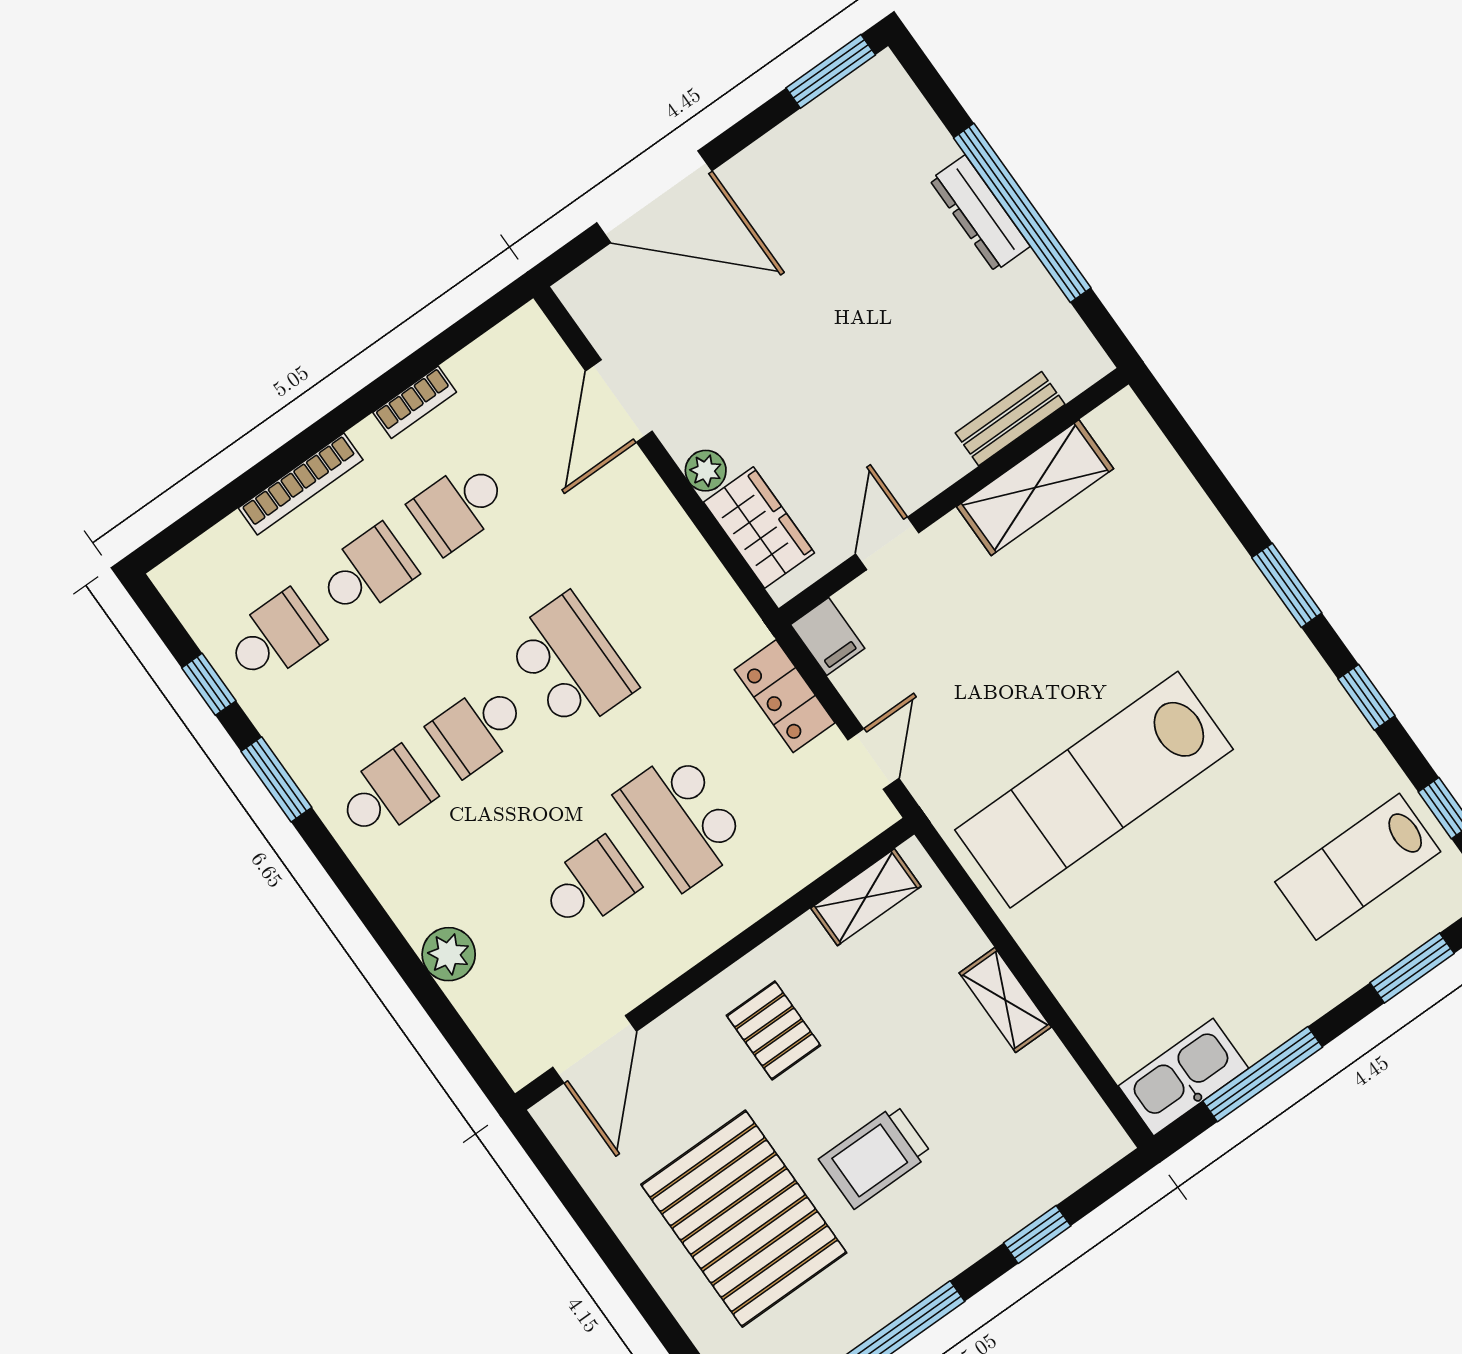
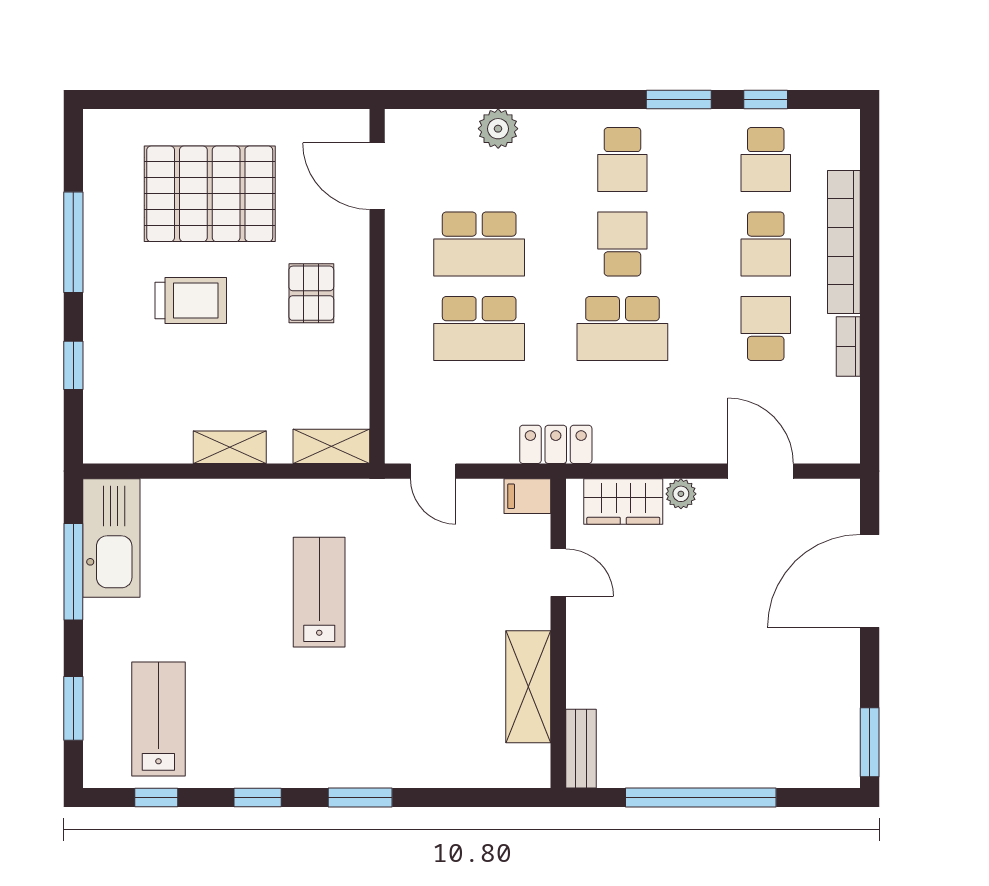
dresser: (980, 213) -> (719, 772), removed
bench: (1010, 419) -> (581, 749), moved
bookcase: (301, 484) -> (844, 242), width x1.48, depth x1.31
locker: (785, 696) -> (556, 444), moved
lab bench: (1094, 790) -> (319, 592), width x0.54, depth x0.72
school desk: (682, 820) -> (479, 329), turned 180
school desk: (589, 885) -> (479, 244), width x1.85
shelving: (866, 897) -> (331, 446), moved, turned 90
pallet: (773, 1030) -> (311, 293), turned 90
kitchen sink: (1183, 1077) -> (111, 538), width x1.36, depth x1.24
trolley: (875, 1157) -> (191, 301), turned 90

